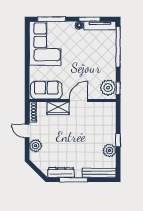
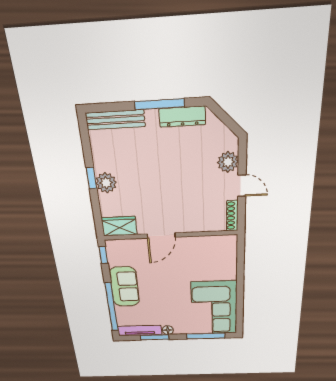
plant: (108, 88) -> (118, 255), removed
sofa: (46, 90) -> (124, 287), moved, turned -90
wardrobe: (58, 108) -> (119, 226), moved
plant: (110, 150) -> (106, 183), moved

